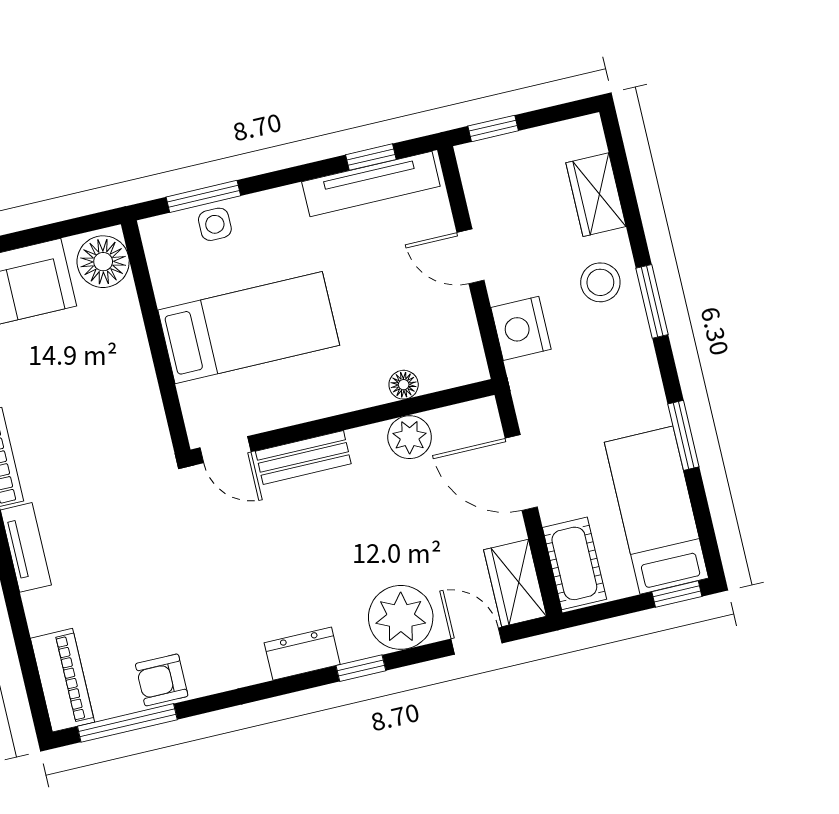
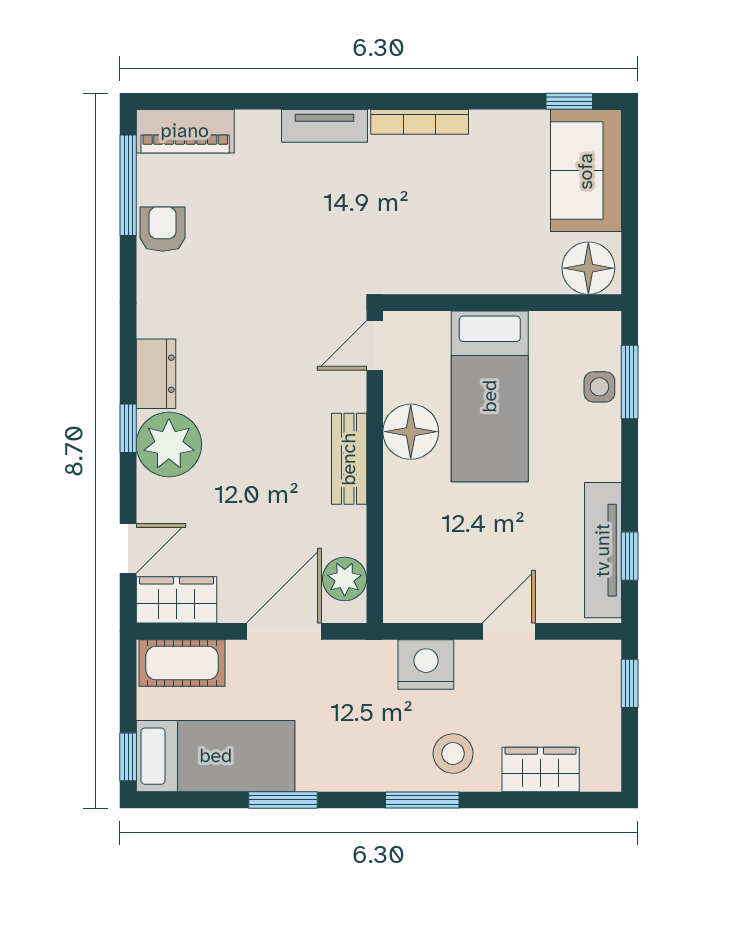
floor lamp: (404, 385) -> (411, 432), moved, width x1.89, depth x1.89
plant: (410, 437) -> (345, 579), moved
bench: (303, 457) -> (349, 459), moved
plant: (401, 617) -> (169, 444), moved

